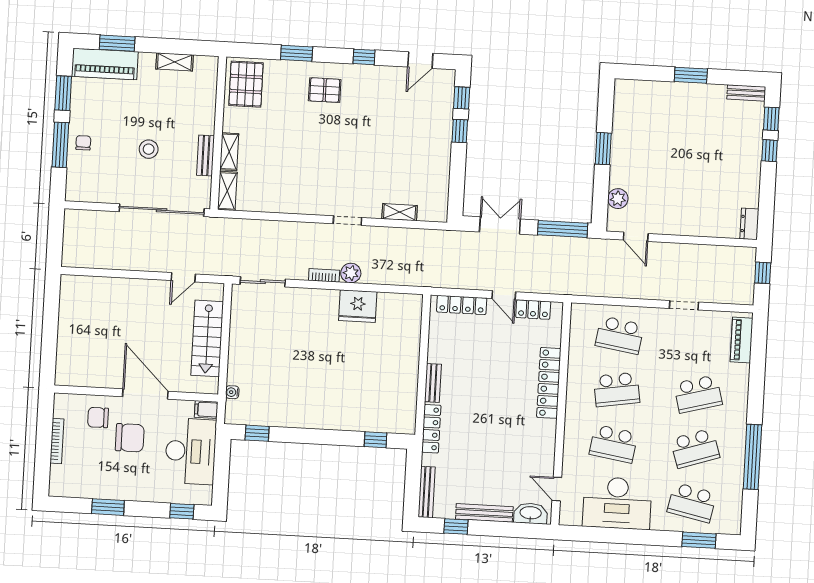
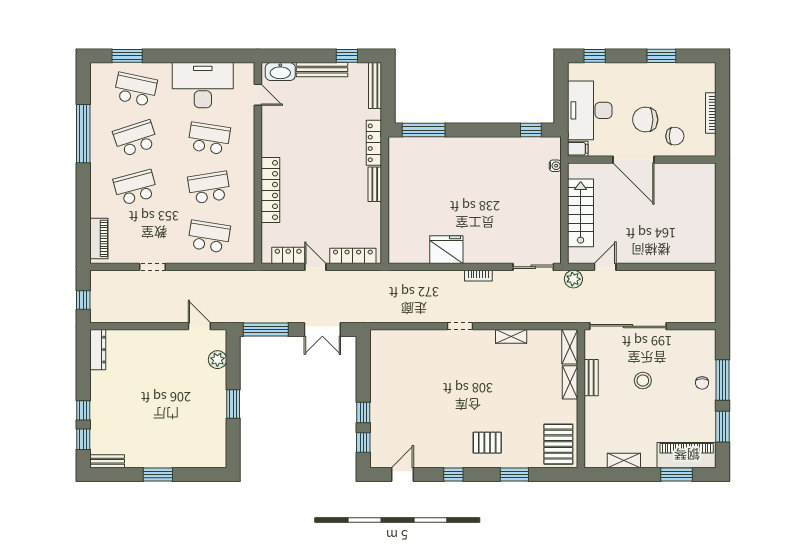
shelving: (400, 212) -> (511, 336), moved
dresser: (749, 224) -> (98, 350), width x1.44
plant: (351, 273) -> (573, 279), moved
window: (376, 440) -> (424, 130), width x2.17

